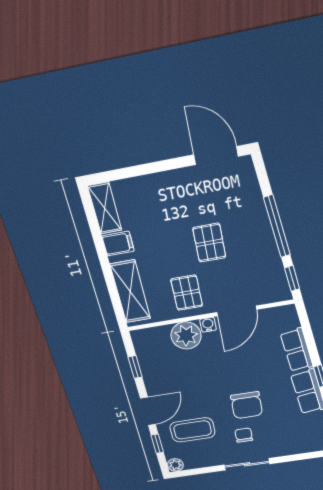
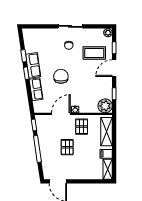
plant: (186, 336) -> (105, 106), moved
chair: (247, 405) -> (61, 76), moved

